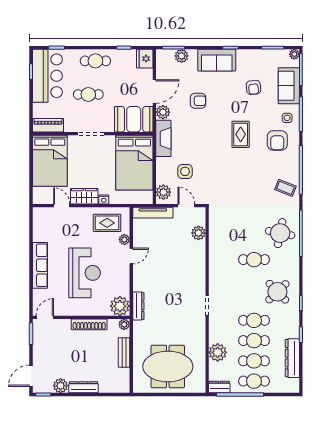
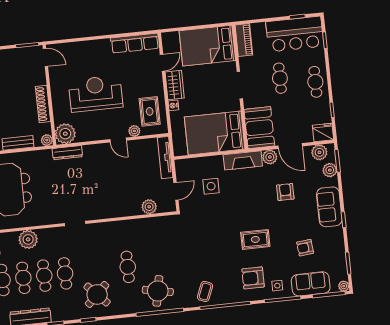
armchair: (198, 101) -> (285, 192), turned 180
plant: (163, 192) -> (319, 152), moved
row of seats: (40, 265) -> (135, 43), moved
reception desk: (85, 273) -> (96, 94), turned 180

